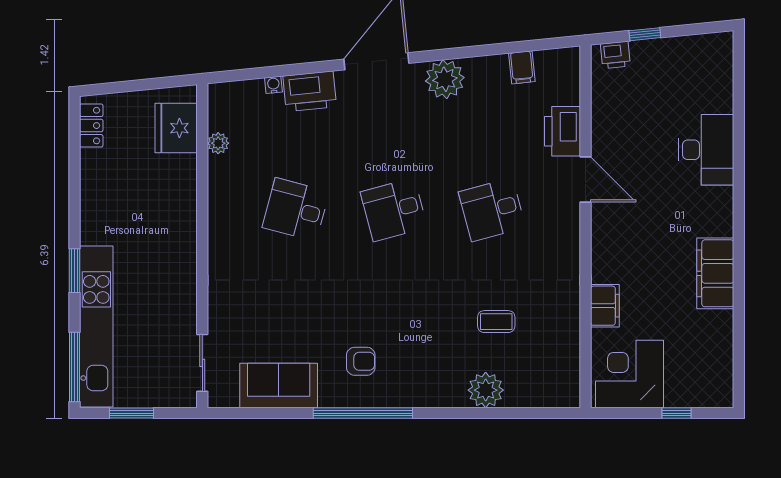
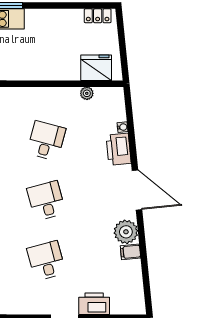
filing cabinet: (522, 67) -> (130, 252), moved

